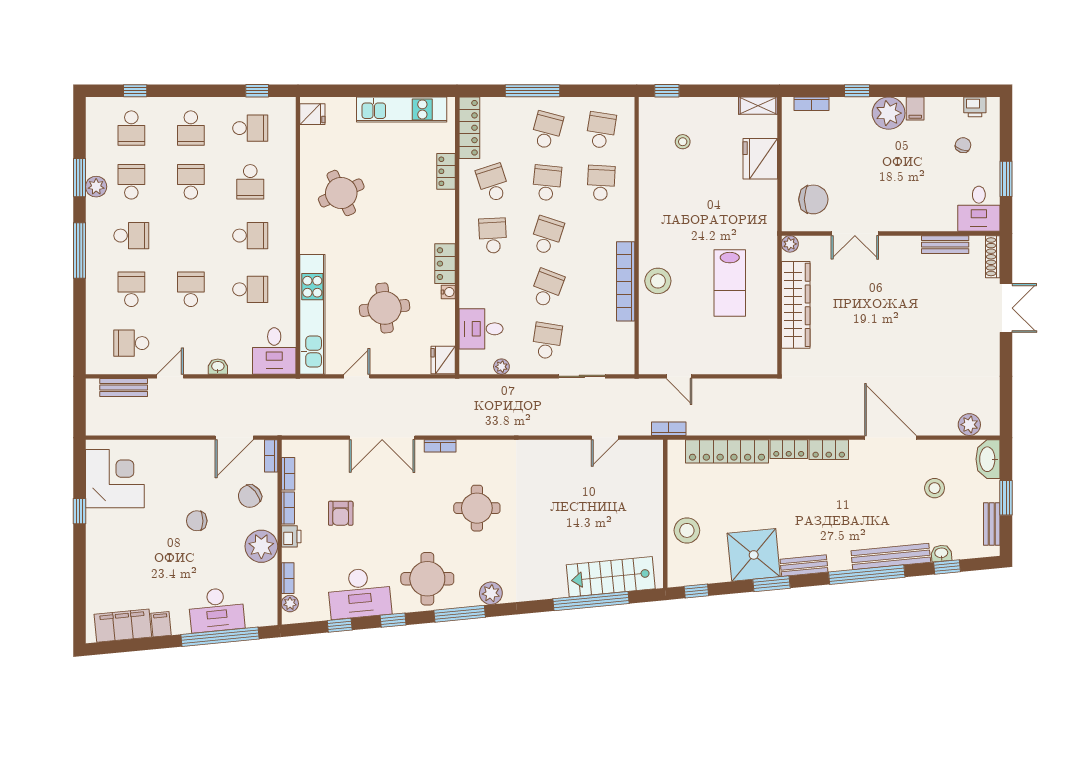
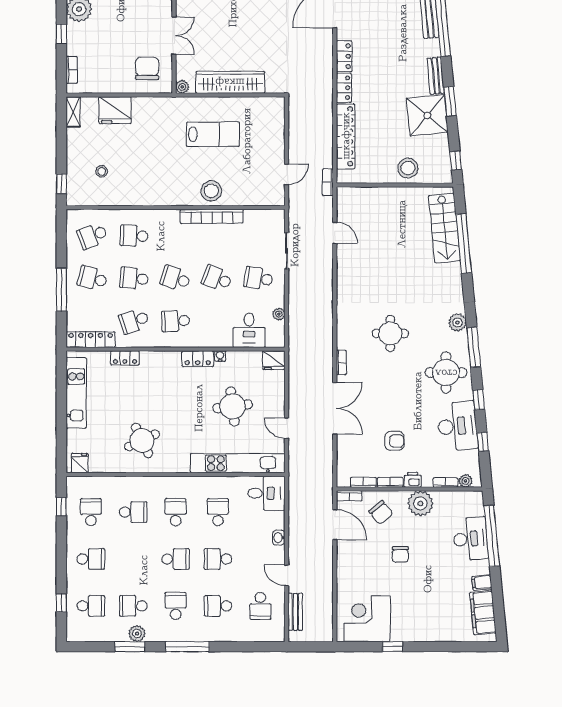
school desk: (601, 130) -> (93, 236), turned -30
school desk: (191, 182) -> (176, 559), moved, turned 180

